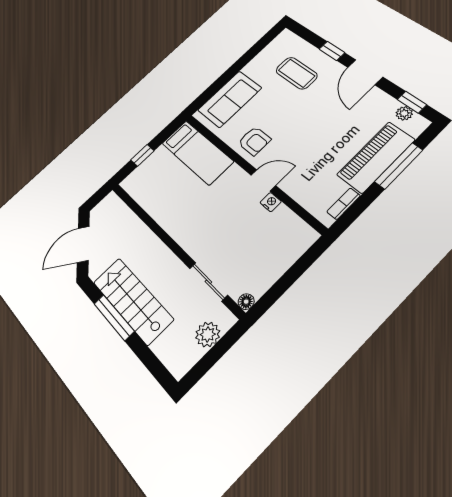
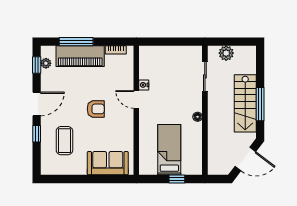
armchair: (254, 141) -> (96, 109), moved, turned 90
bed: (197, 152) -> (169, 150), moved
floor lamp: (246, 302) -> (198, 117), moved

